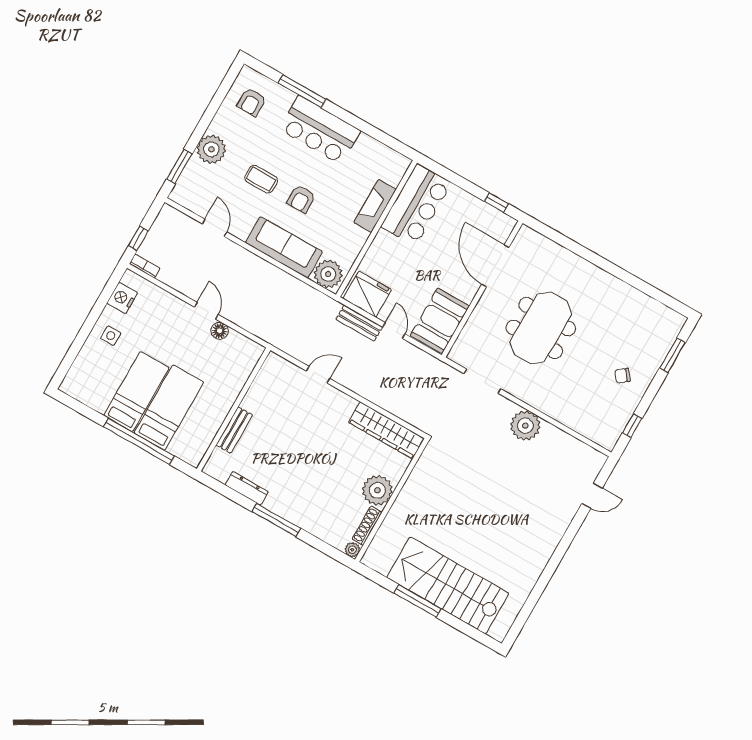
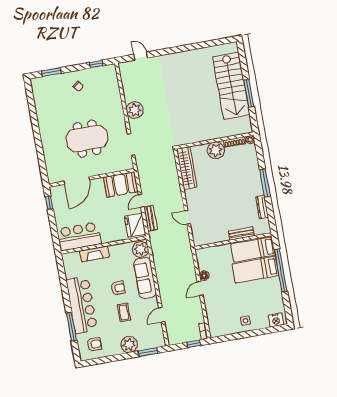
bar counter: (320, 130) -> (82, 305), width x1.36
nightstand: (122, 298) -> (276, 320), moved
bed: (136, 392) -> (253, 250), moved

